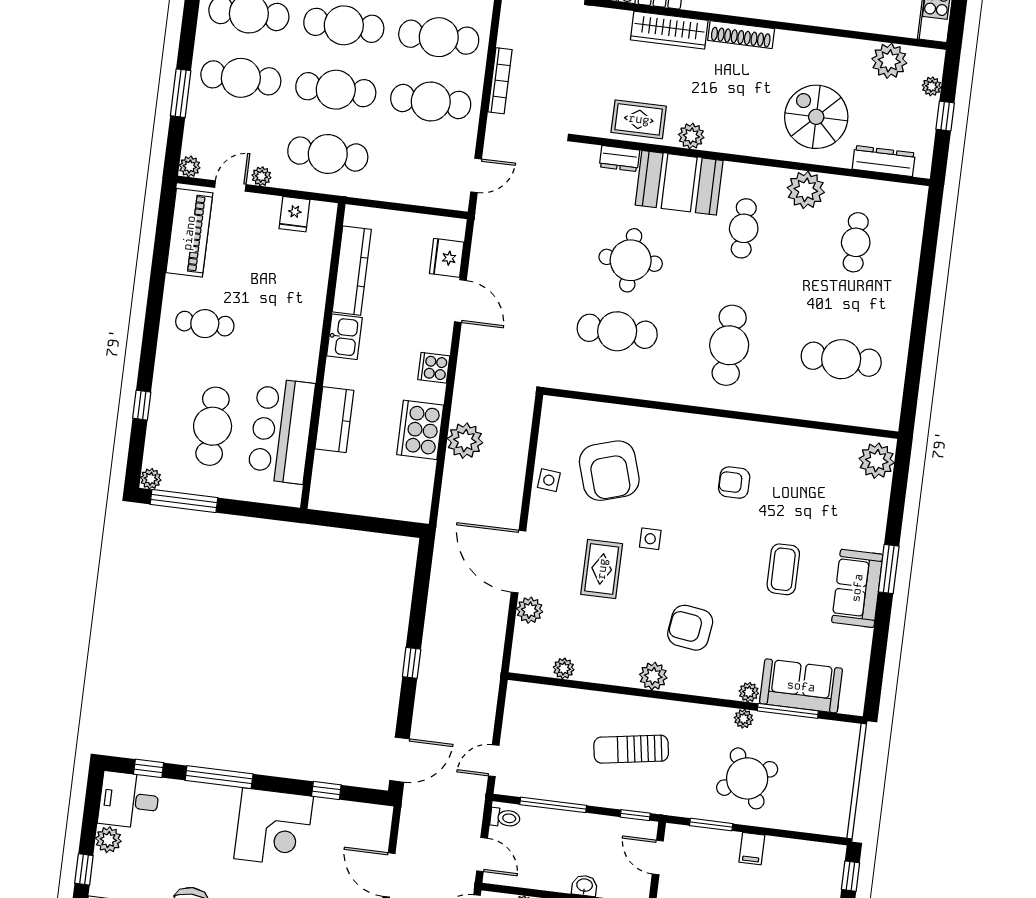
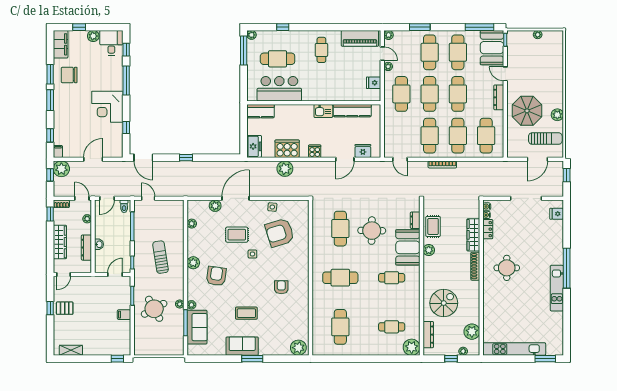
plant: (806, 190) -> (412, 347), moved
kitchen counter: (334, 420) -> (261, 111), moved
freezer: (406, 504) -> (254, 146), added

